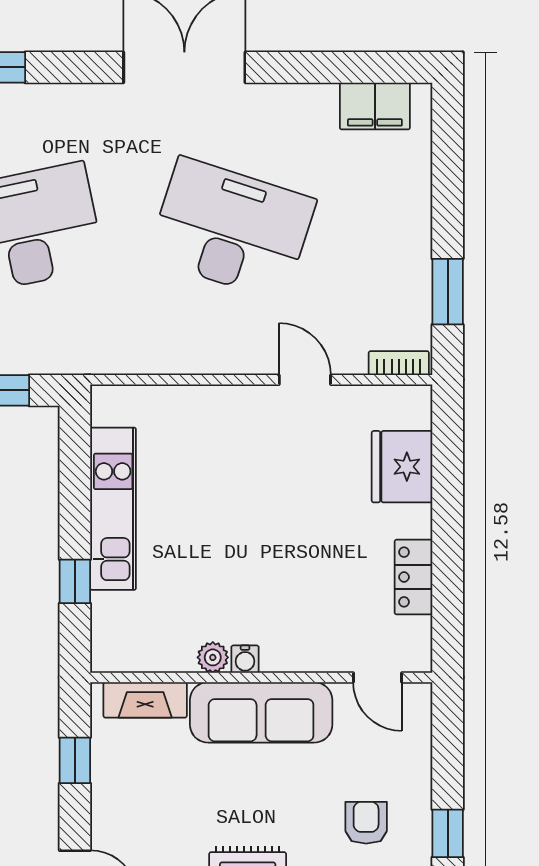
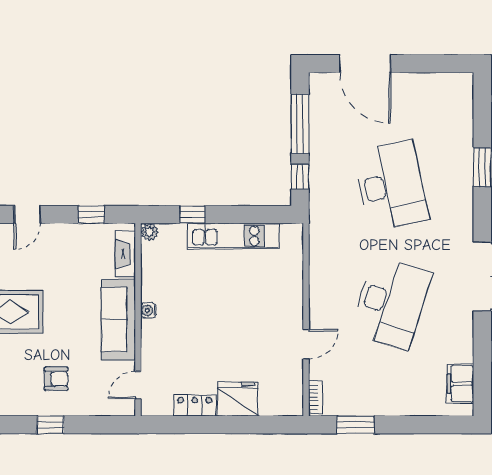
fridge: (402, 467) -> (238, 399), moved
plant: (213, 657) -> (149, 232), moved

